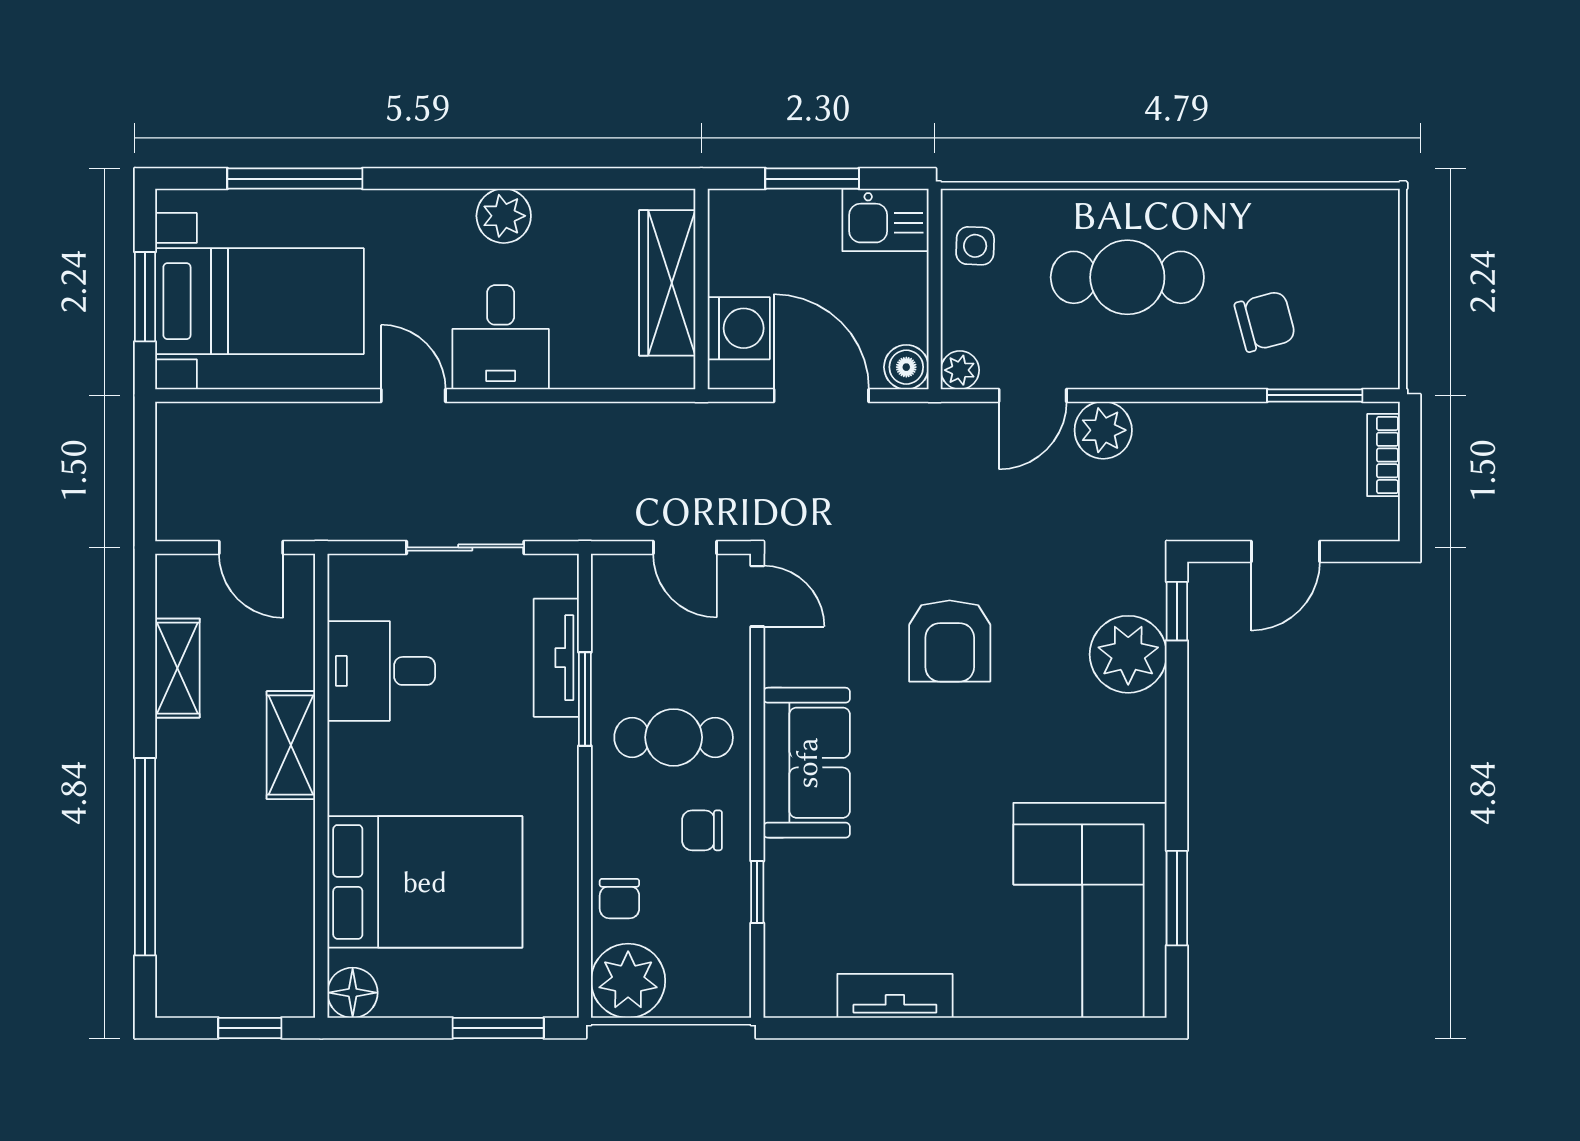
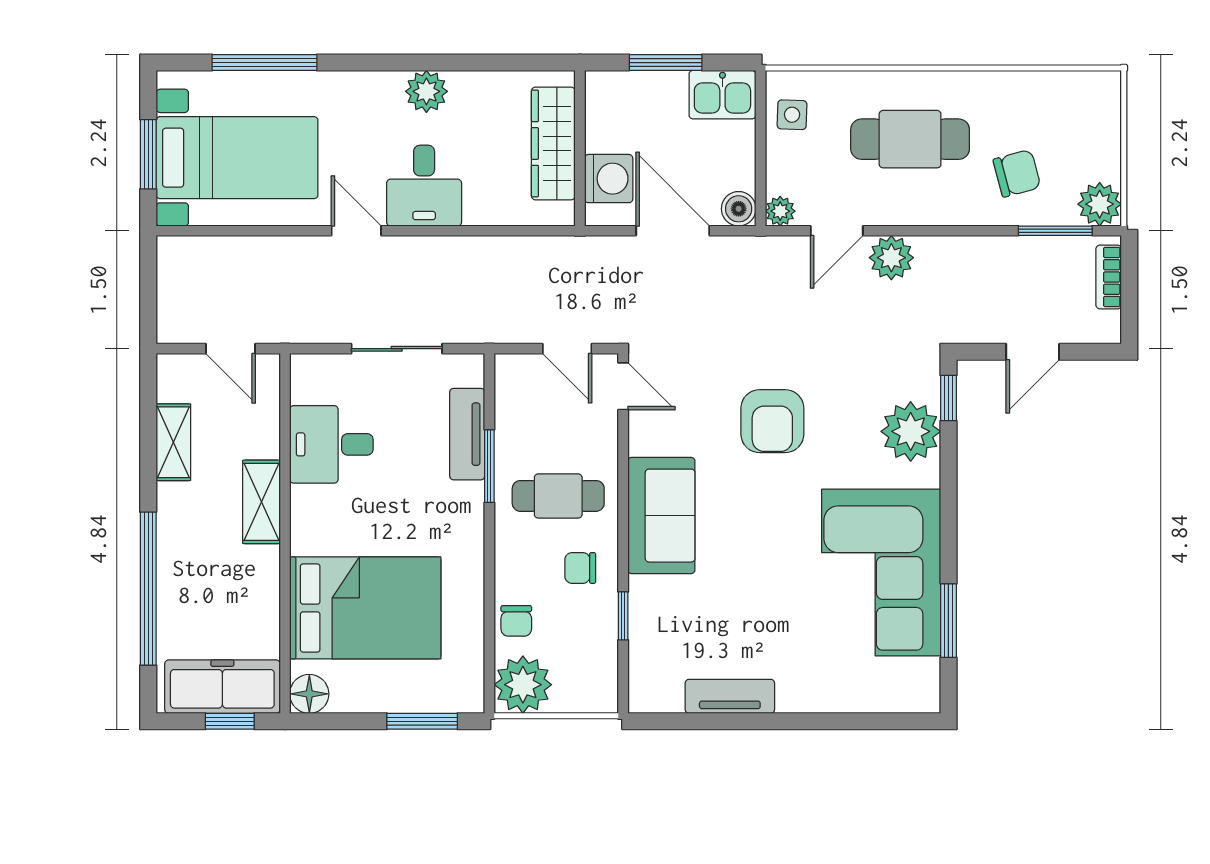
plant: (1372, 361) -> (1100, 204), added
corner sofa: (1090, 910) -> (881, 573), moved
freezer: (240, 983) -> (222, 687), added

